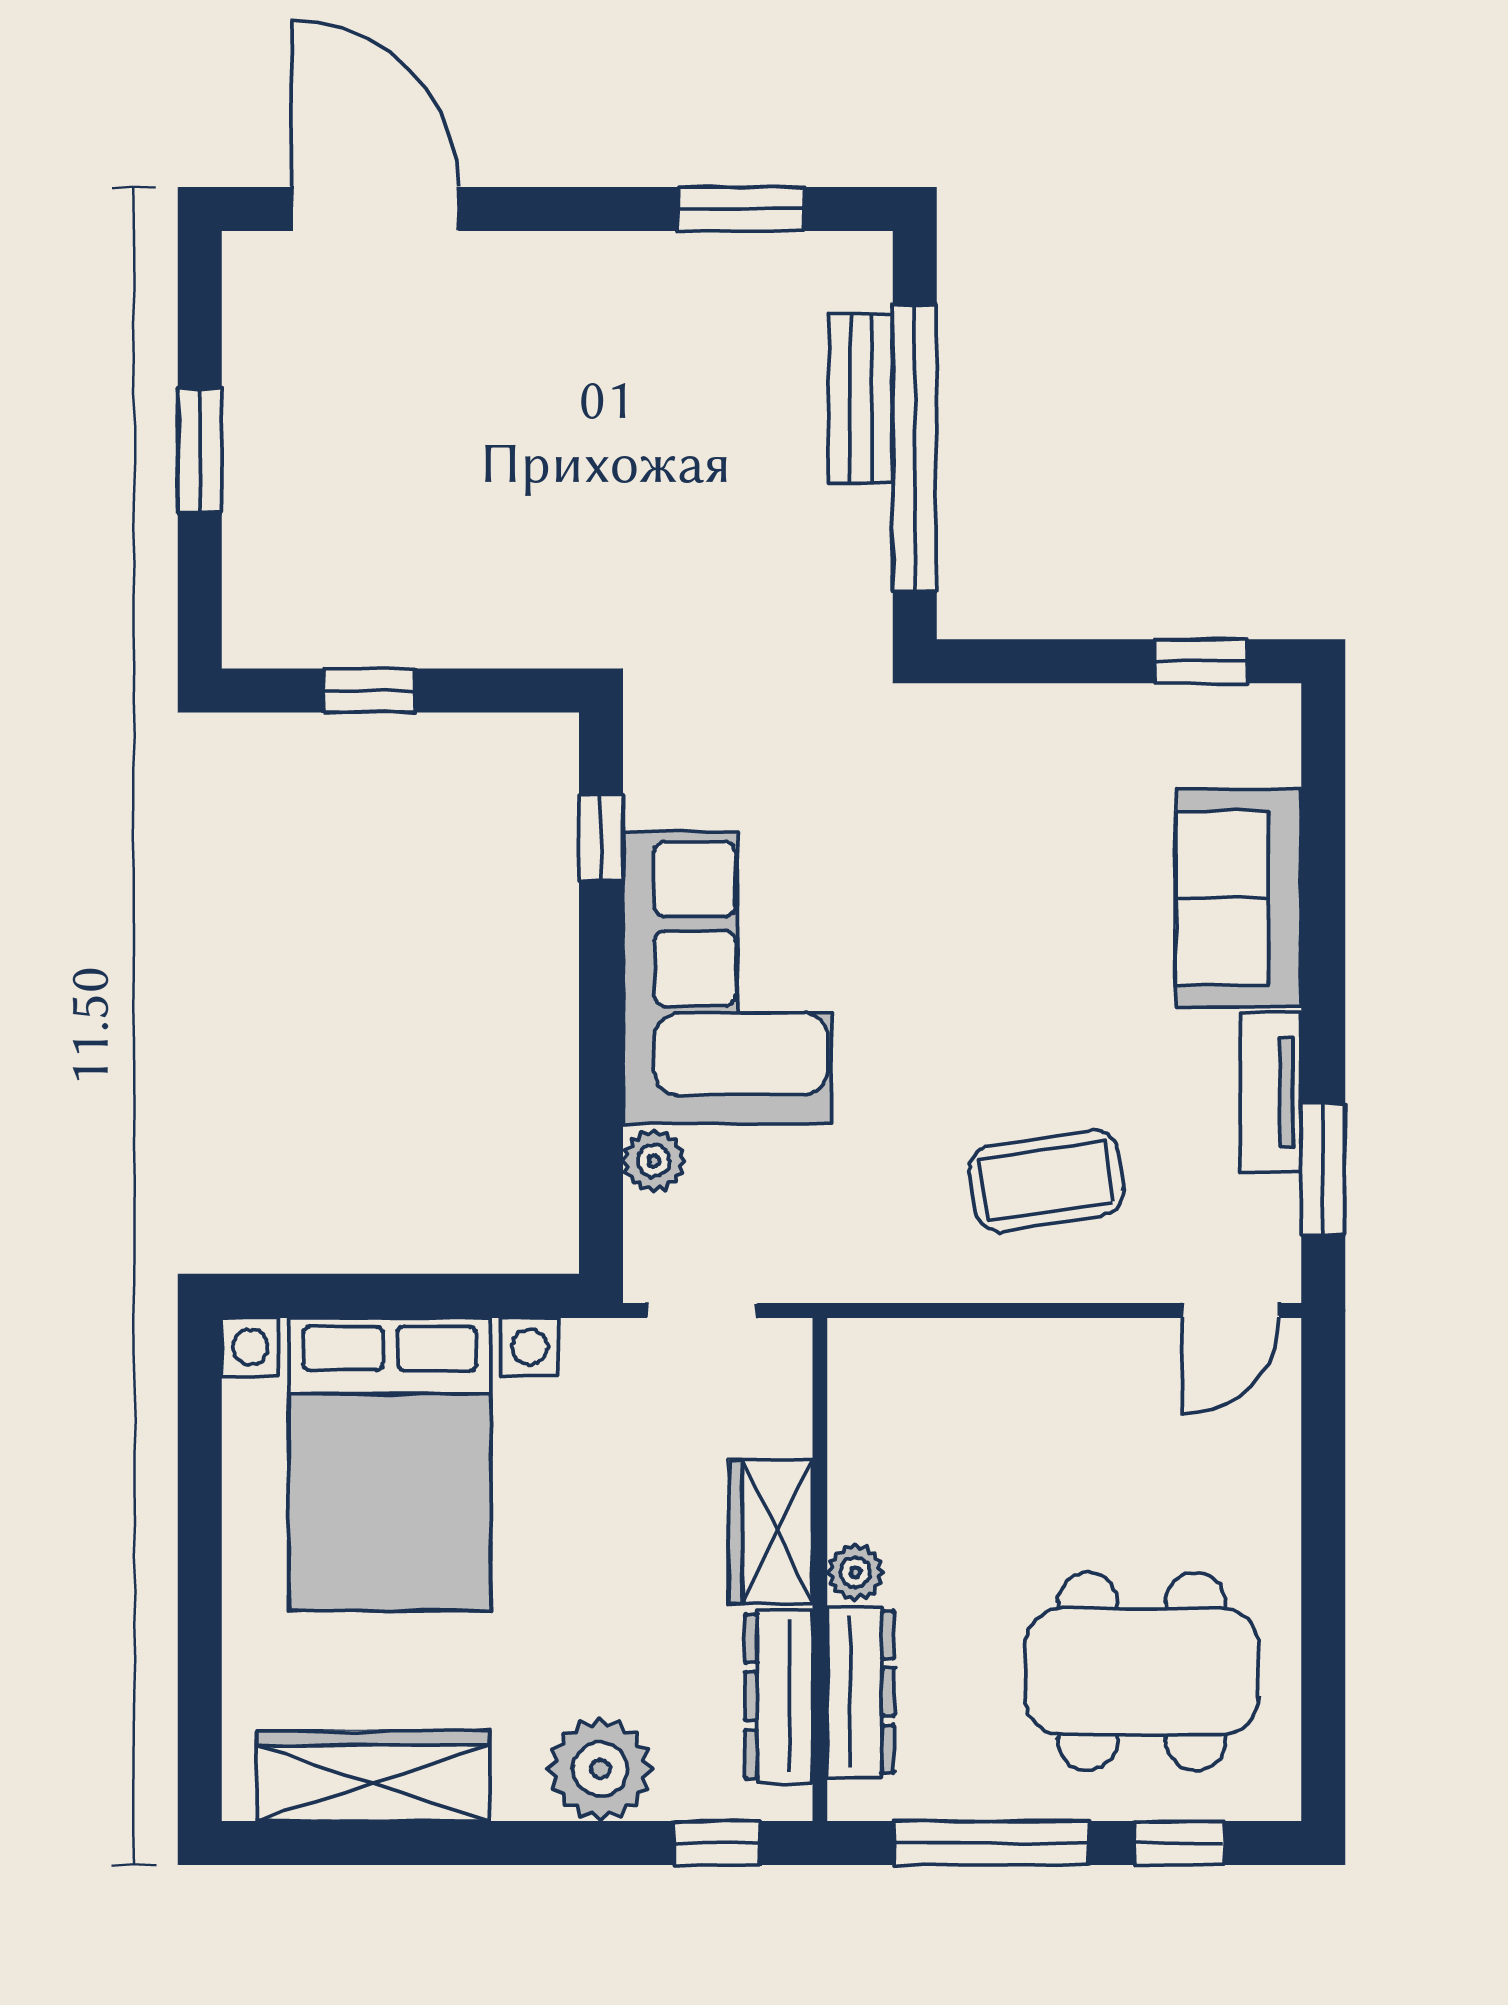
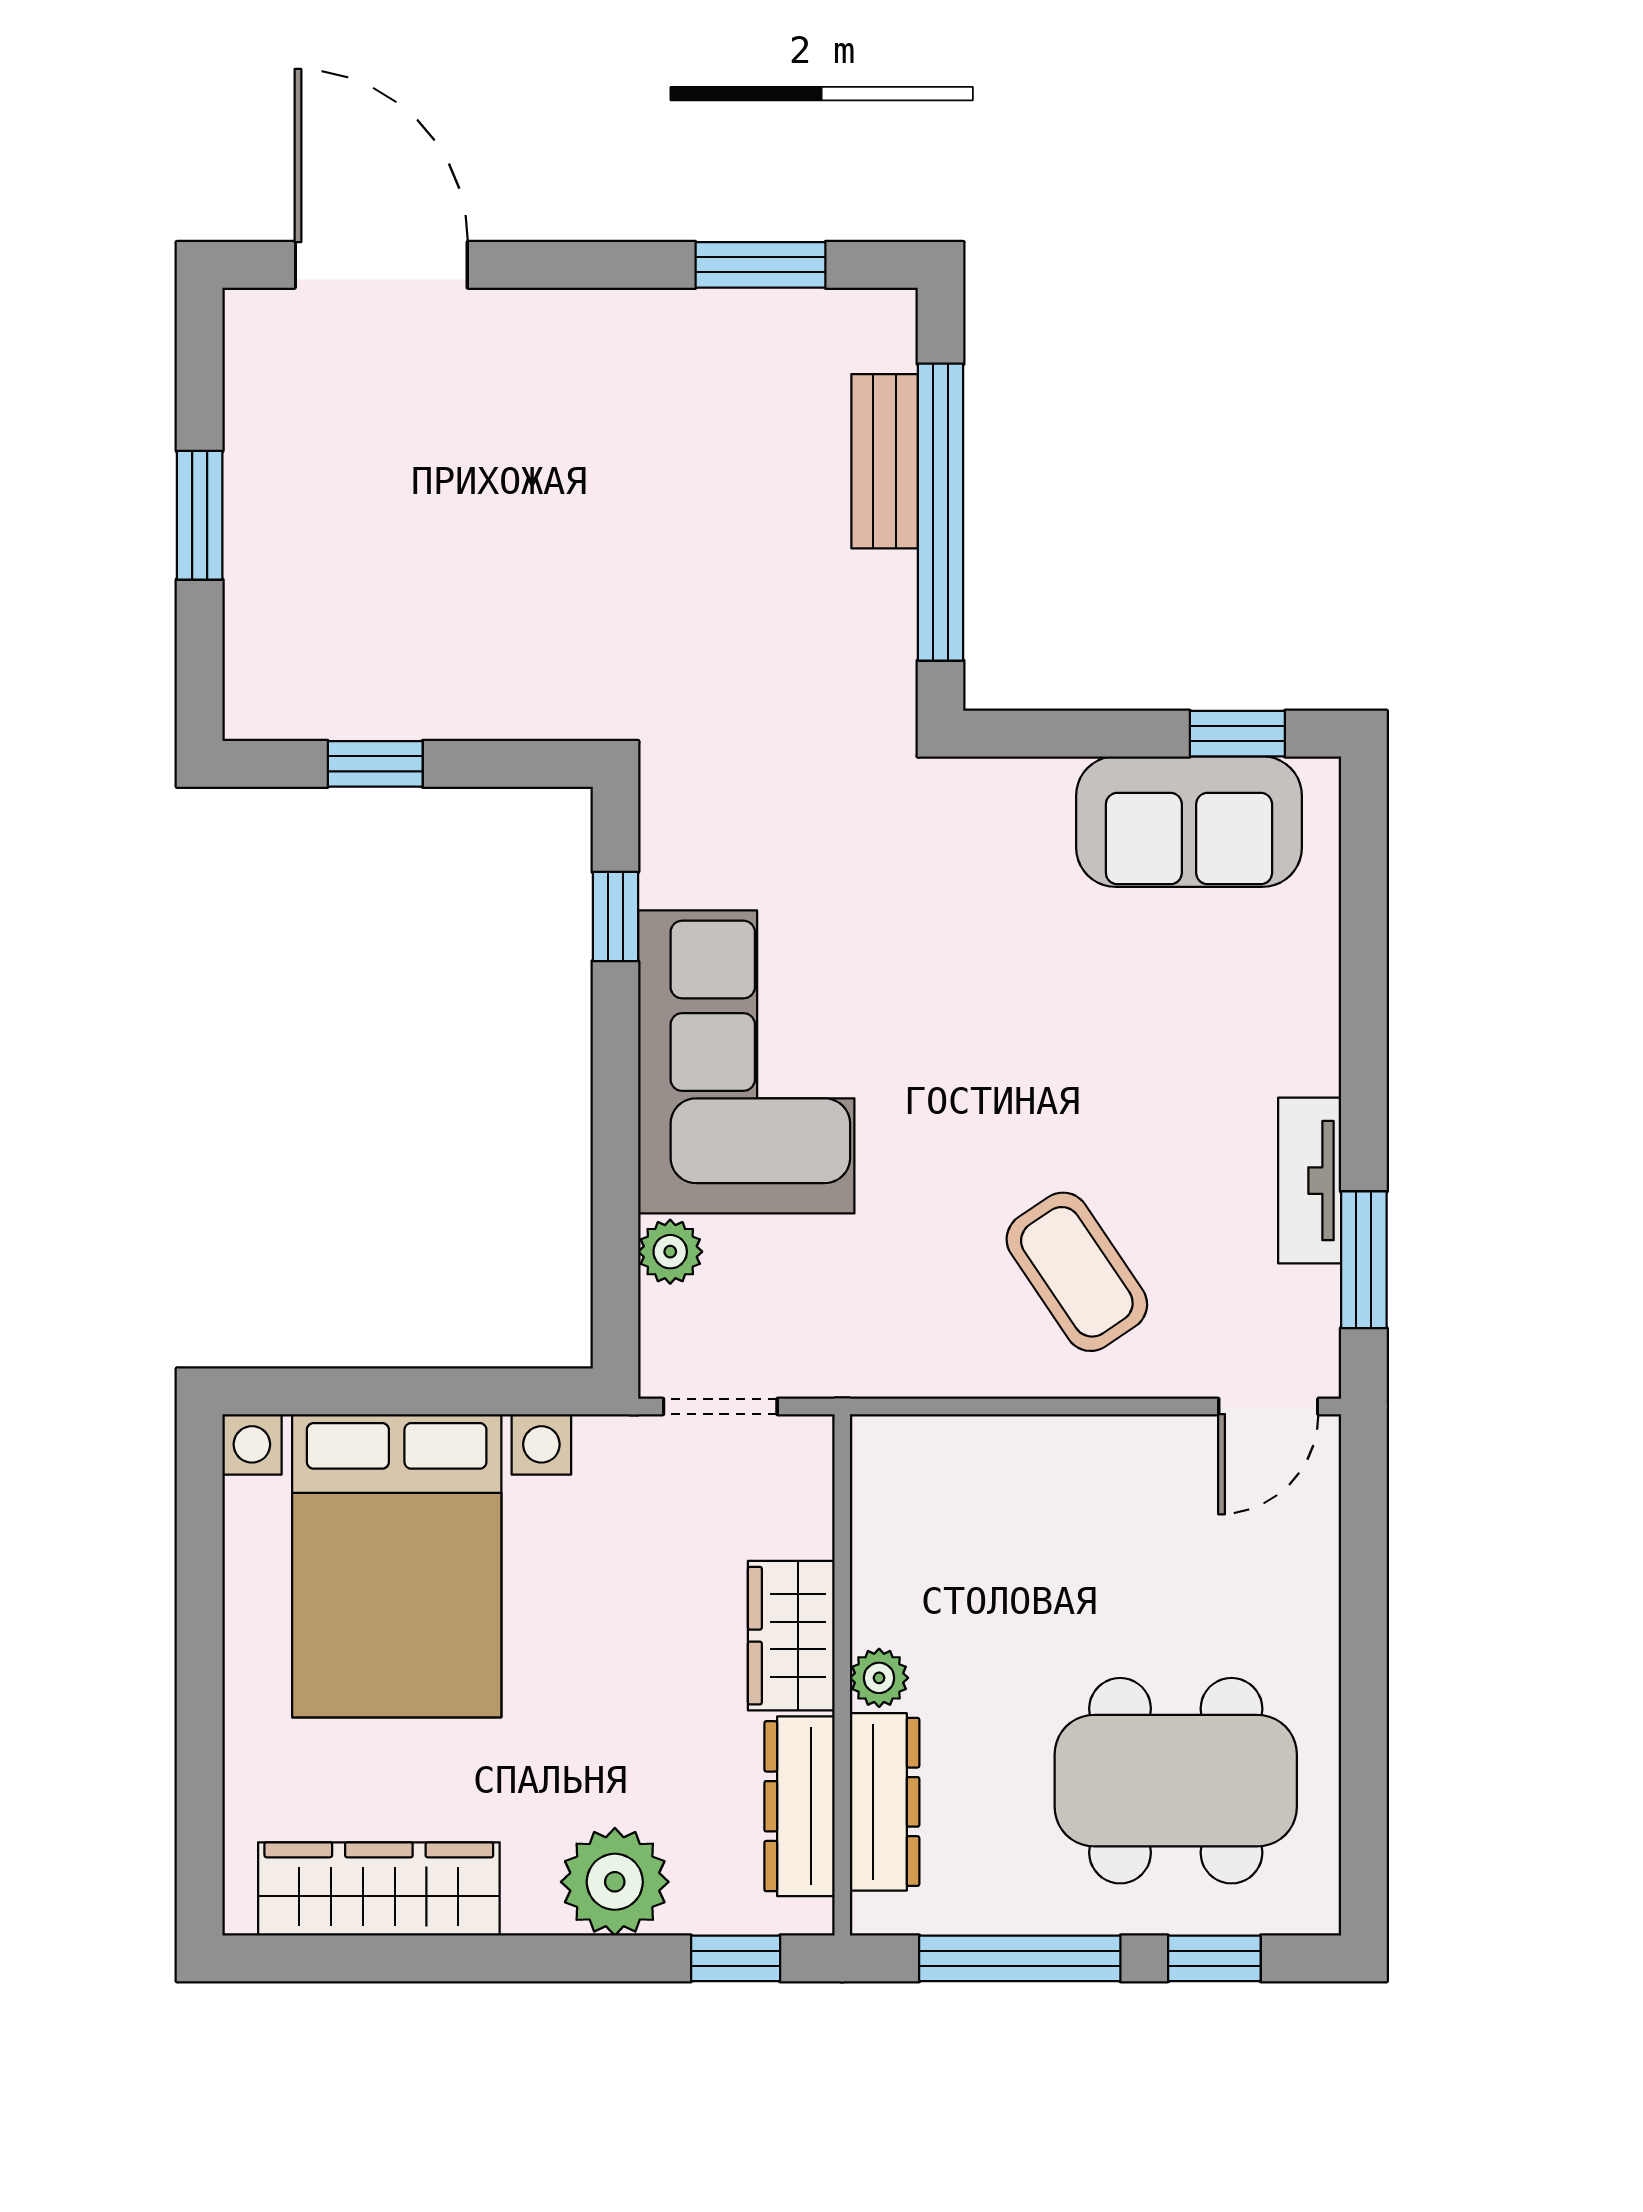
sofa: (1238, 898) -> (1189, 822), moved, turned -90
coffee table: (1046, 1181) -> (1077, 1272), turned 65

